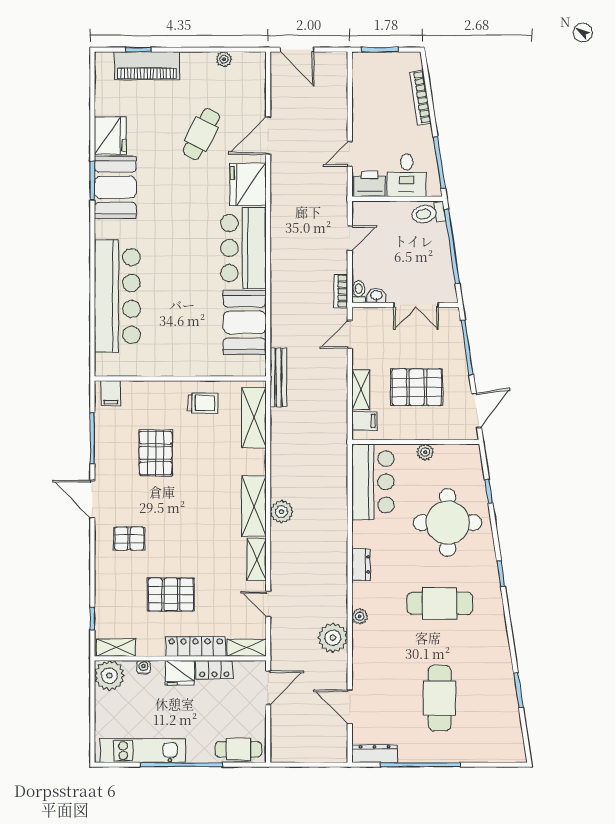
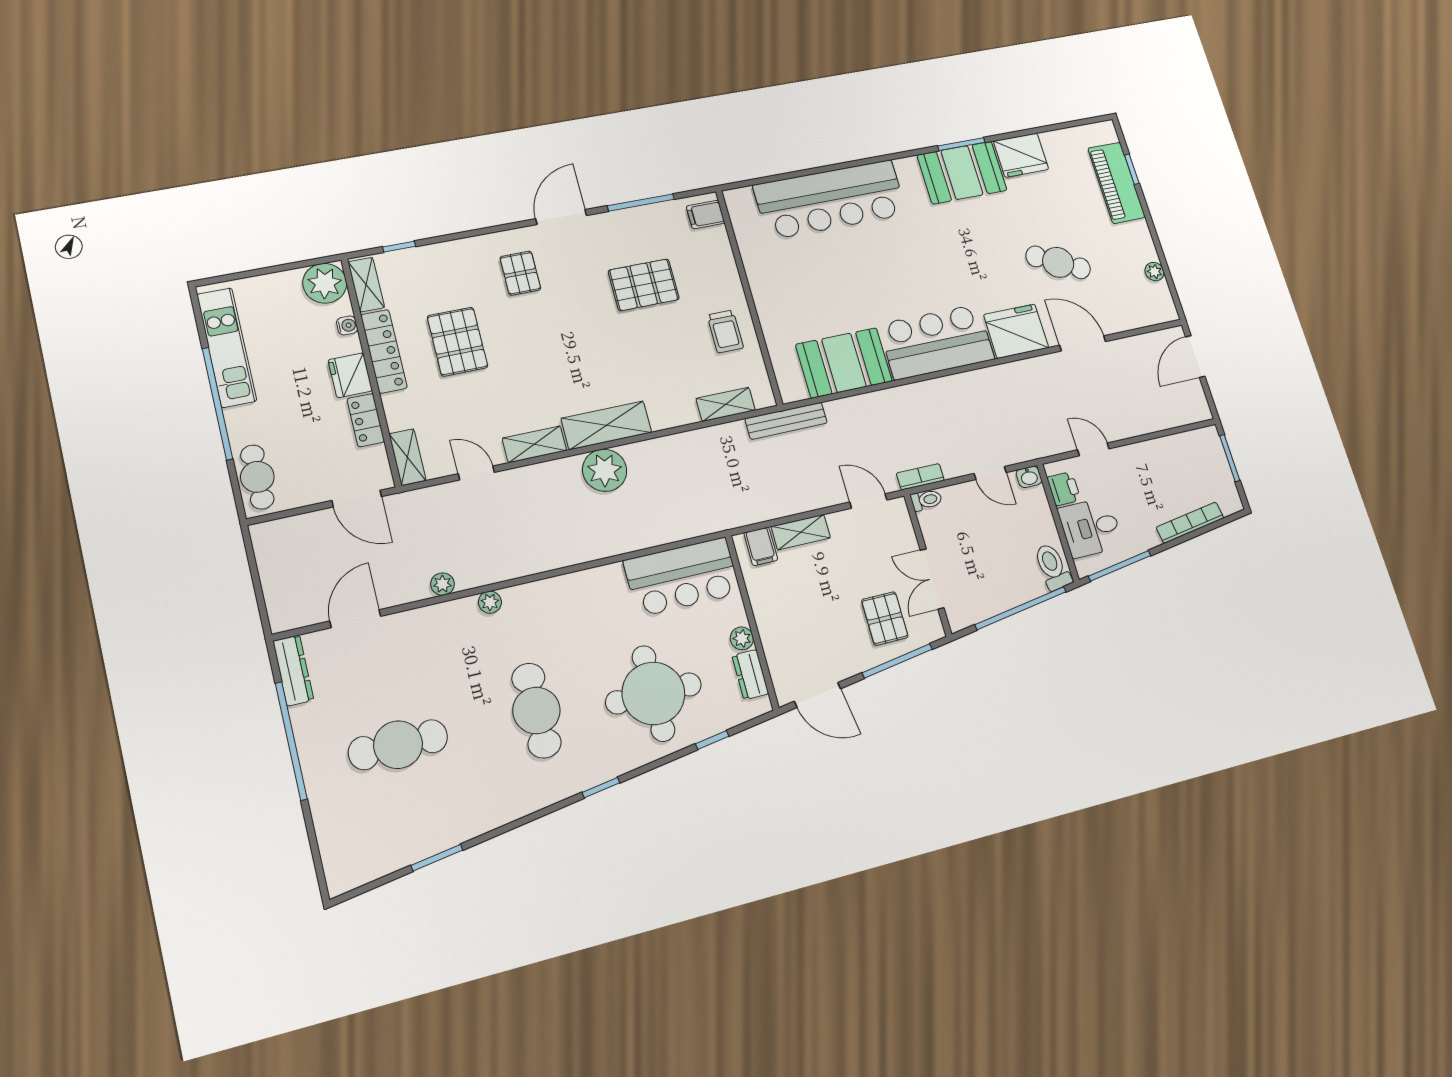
printer: (370, 184) -> (1064, 489), width x0.73, depth x0.81
washbasin: (376, 296) -> (1029, 477), moved, turned 90
pallet: (417, 387) -> (885, 618), moved, width x0.67, depth x0.71
shelving: (254, 418) -> (726, 404), width x0.67, depth x0.75
plant: (282, 512) -> (605, 470), width x1.36, depth x1.36
dresser: (361, 564) -> (750, 675), moved, turned 90
door: (268, 604) -> (476, 473), hinge flipped
plant: (333, 638) -> (442, 584), width x0.53, depth x0.53
locker: (196, 646) -> (384, 351), moved

